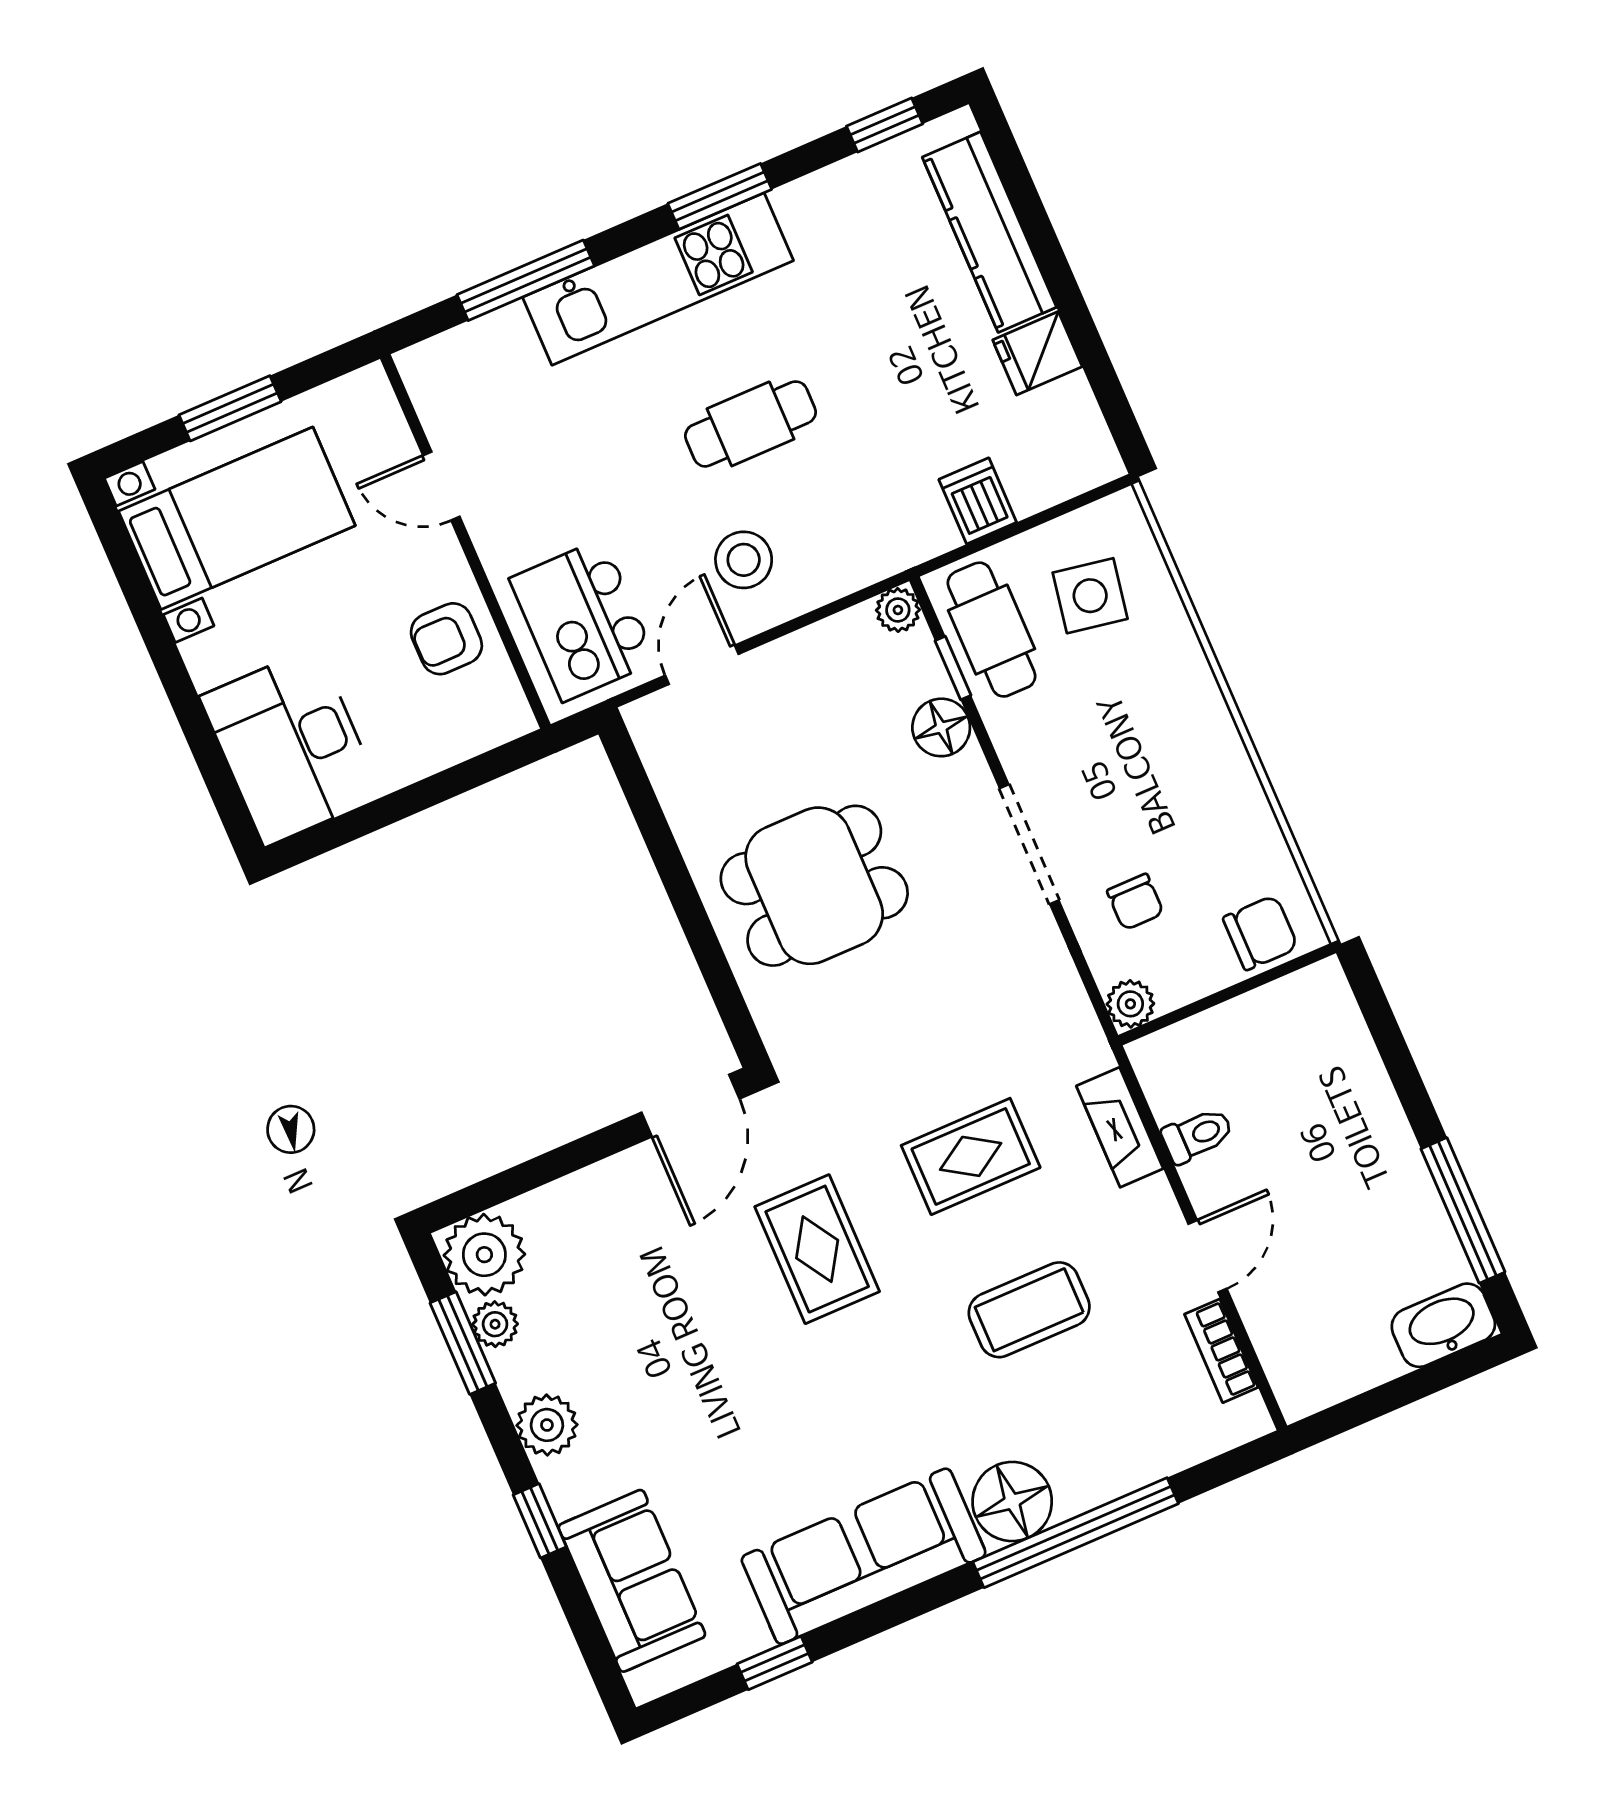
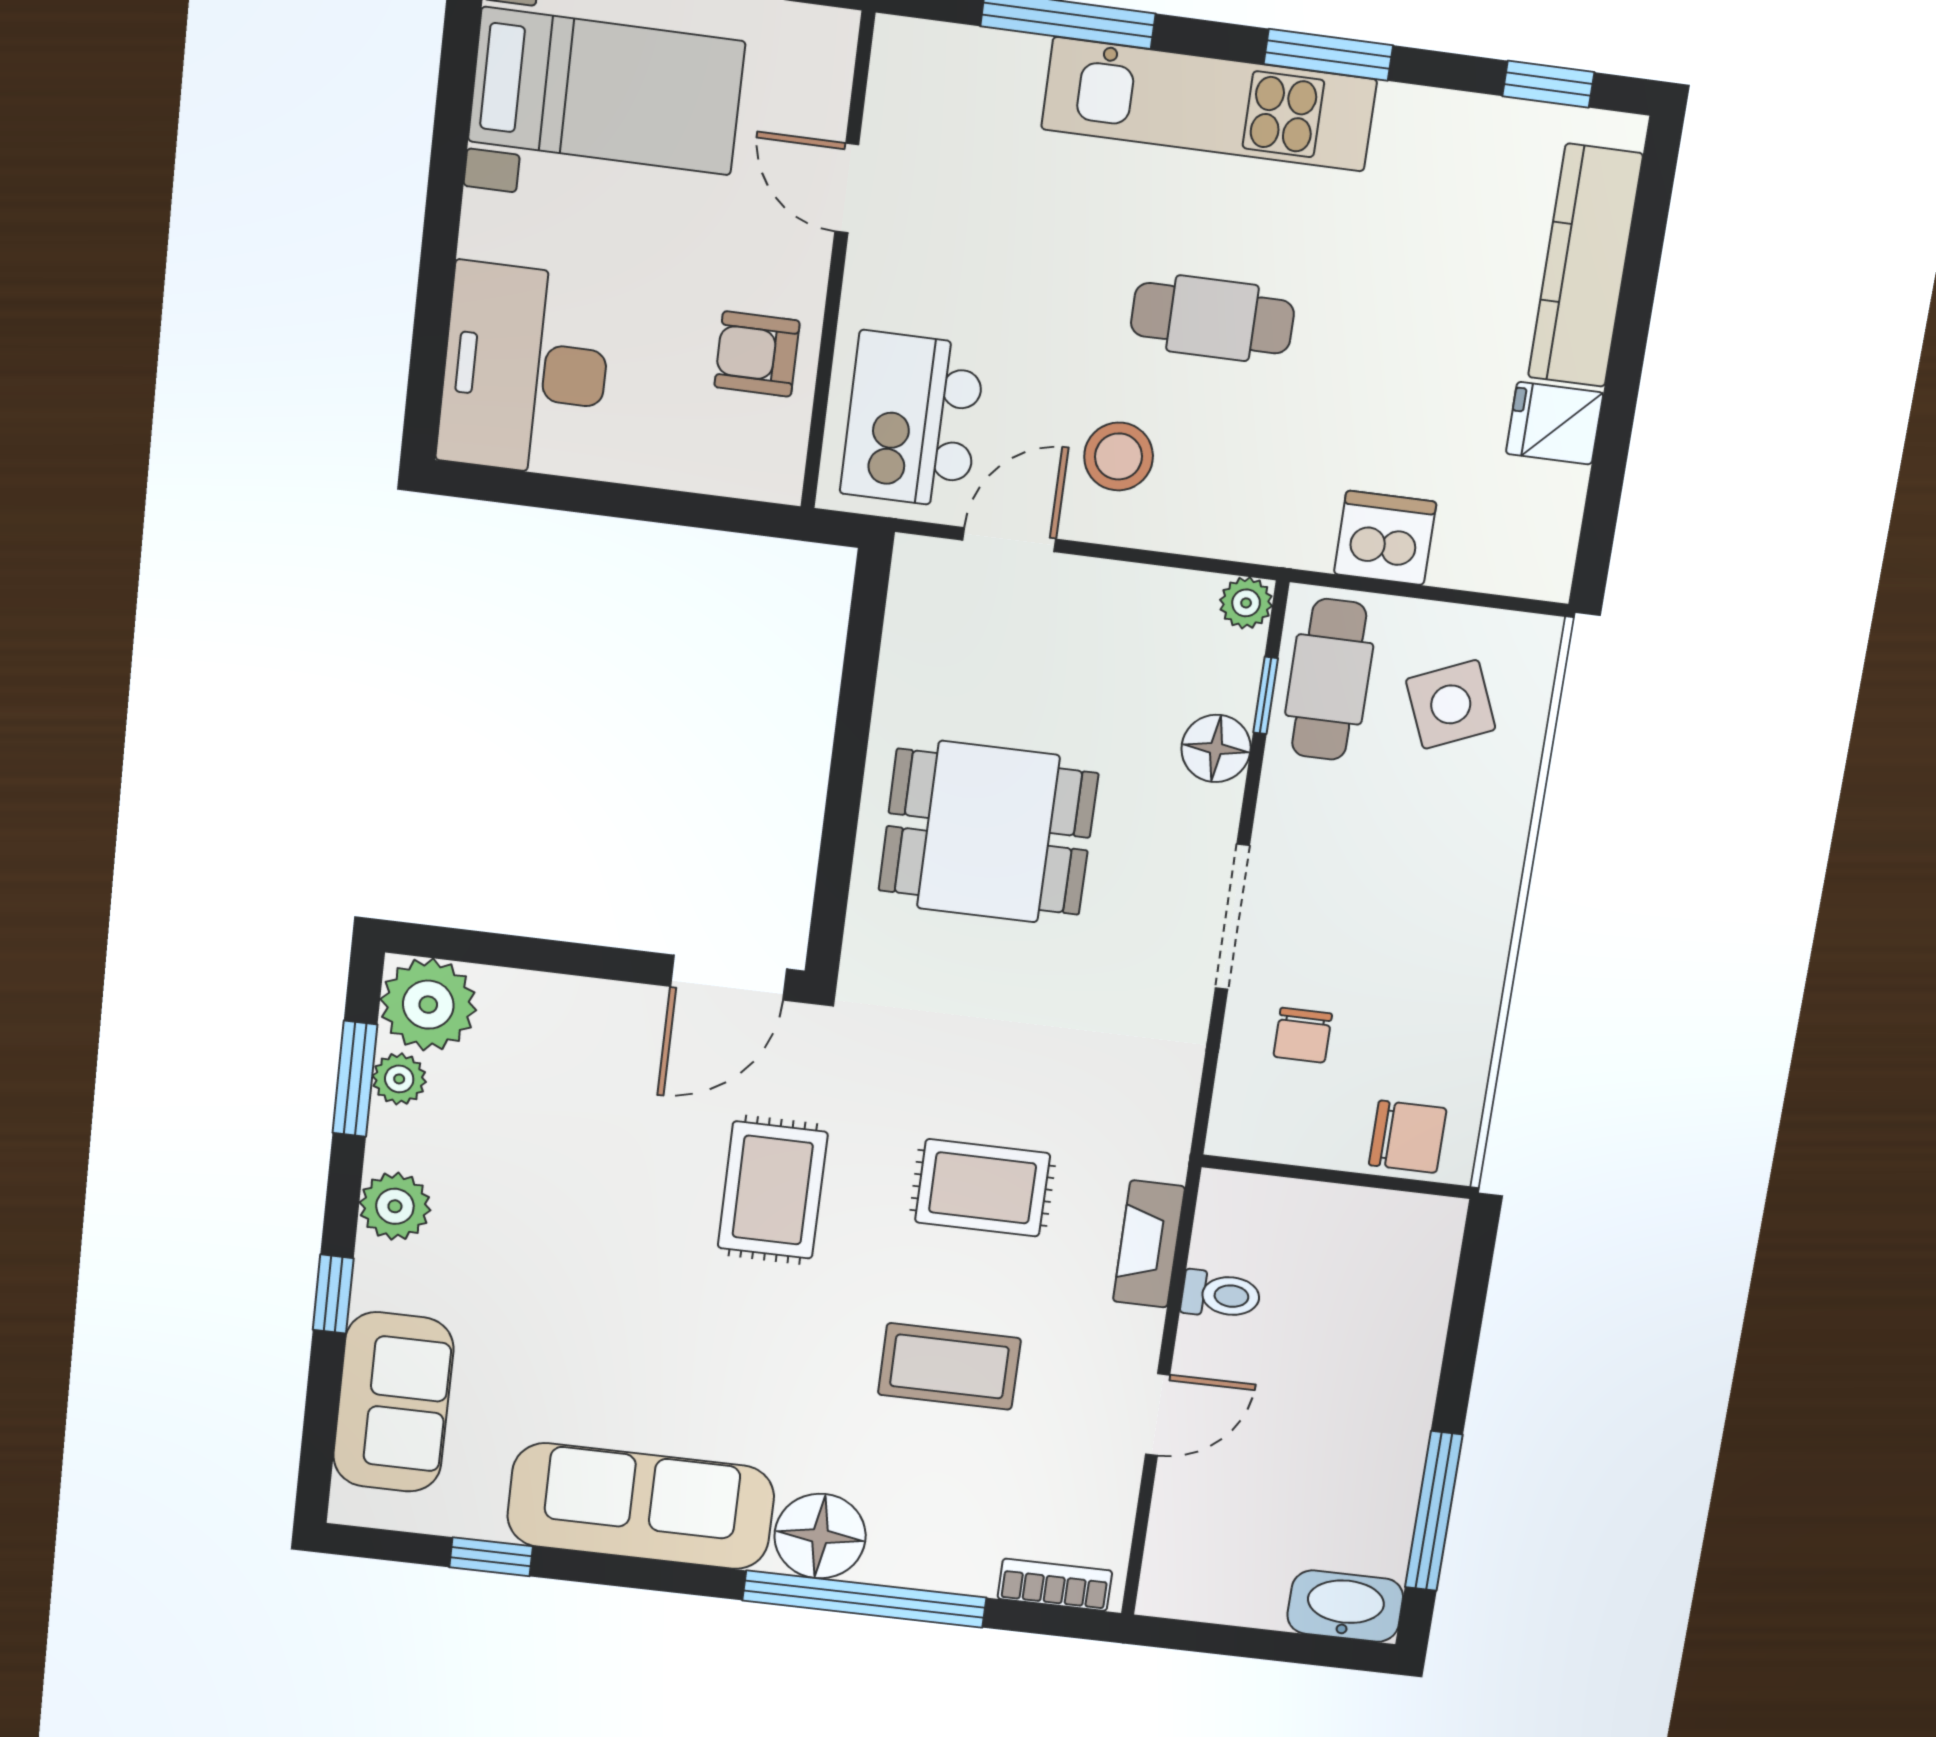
dishwasher: (978, 501) -> (1385, 538), width x1.38
side table: (1090, 596) -> (1451, 704), turned -33
plant: (1130, 1004) -> (1235, 1131), removed
bookcase: (1221, 1351) -> (1055, 1585), moved, turned 90

